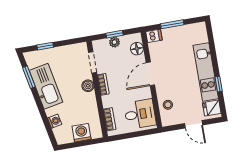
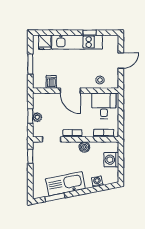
dishwasher: (154, 36) -> (51, 82), moved
window: (45, 46) -> (30, 156), moved
floor lamp: (137, 49) -> (46, 99), removed
boiler: (88, 86) -> (84, 147), moved
fridge: (212, 108) -> (45, 42), moved

